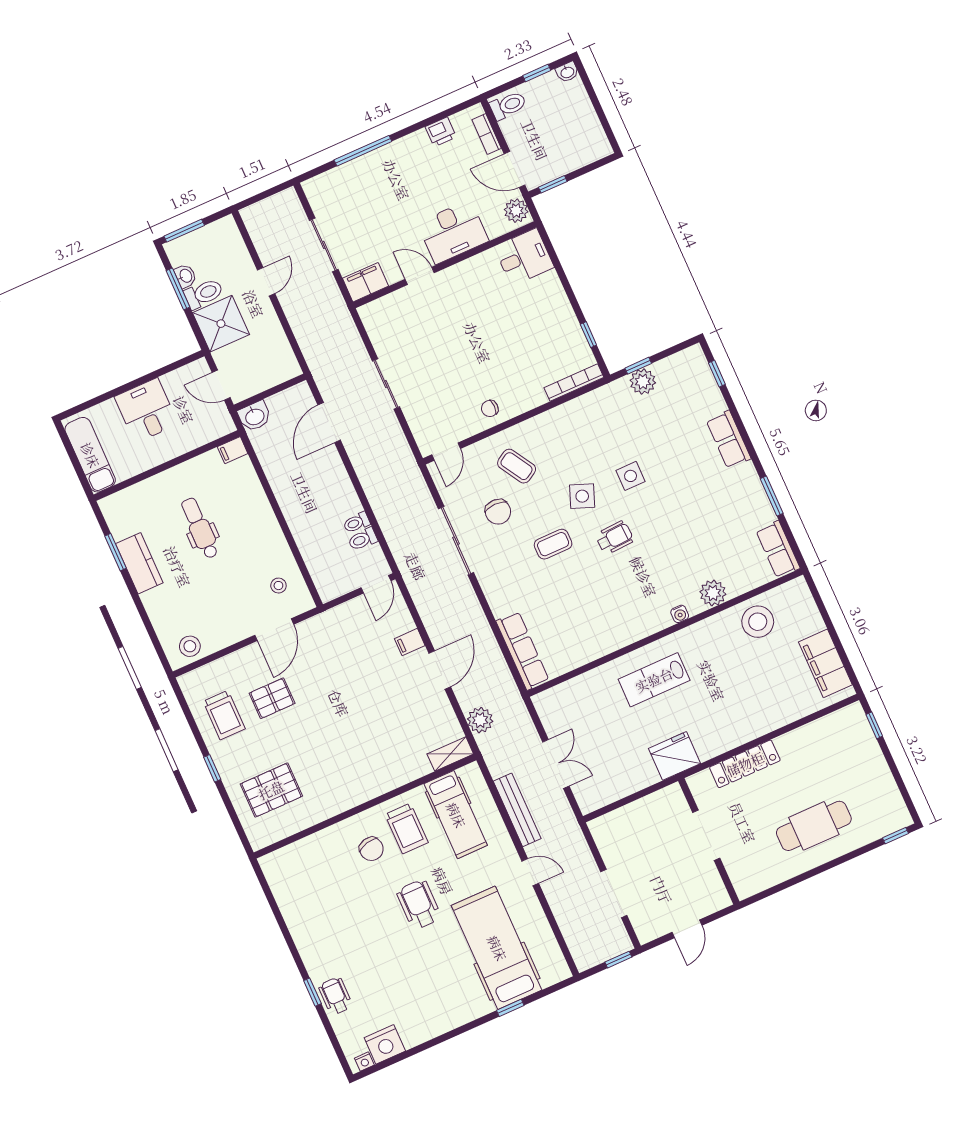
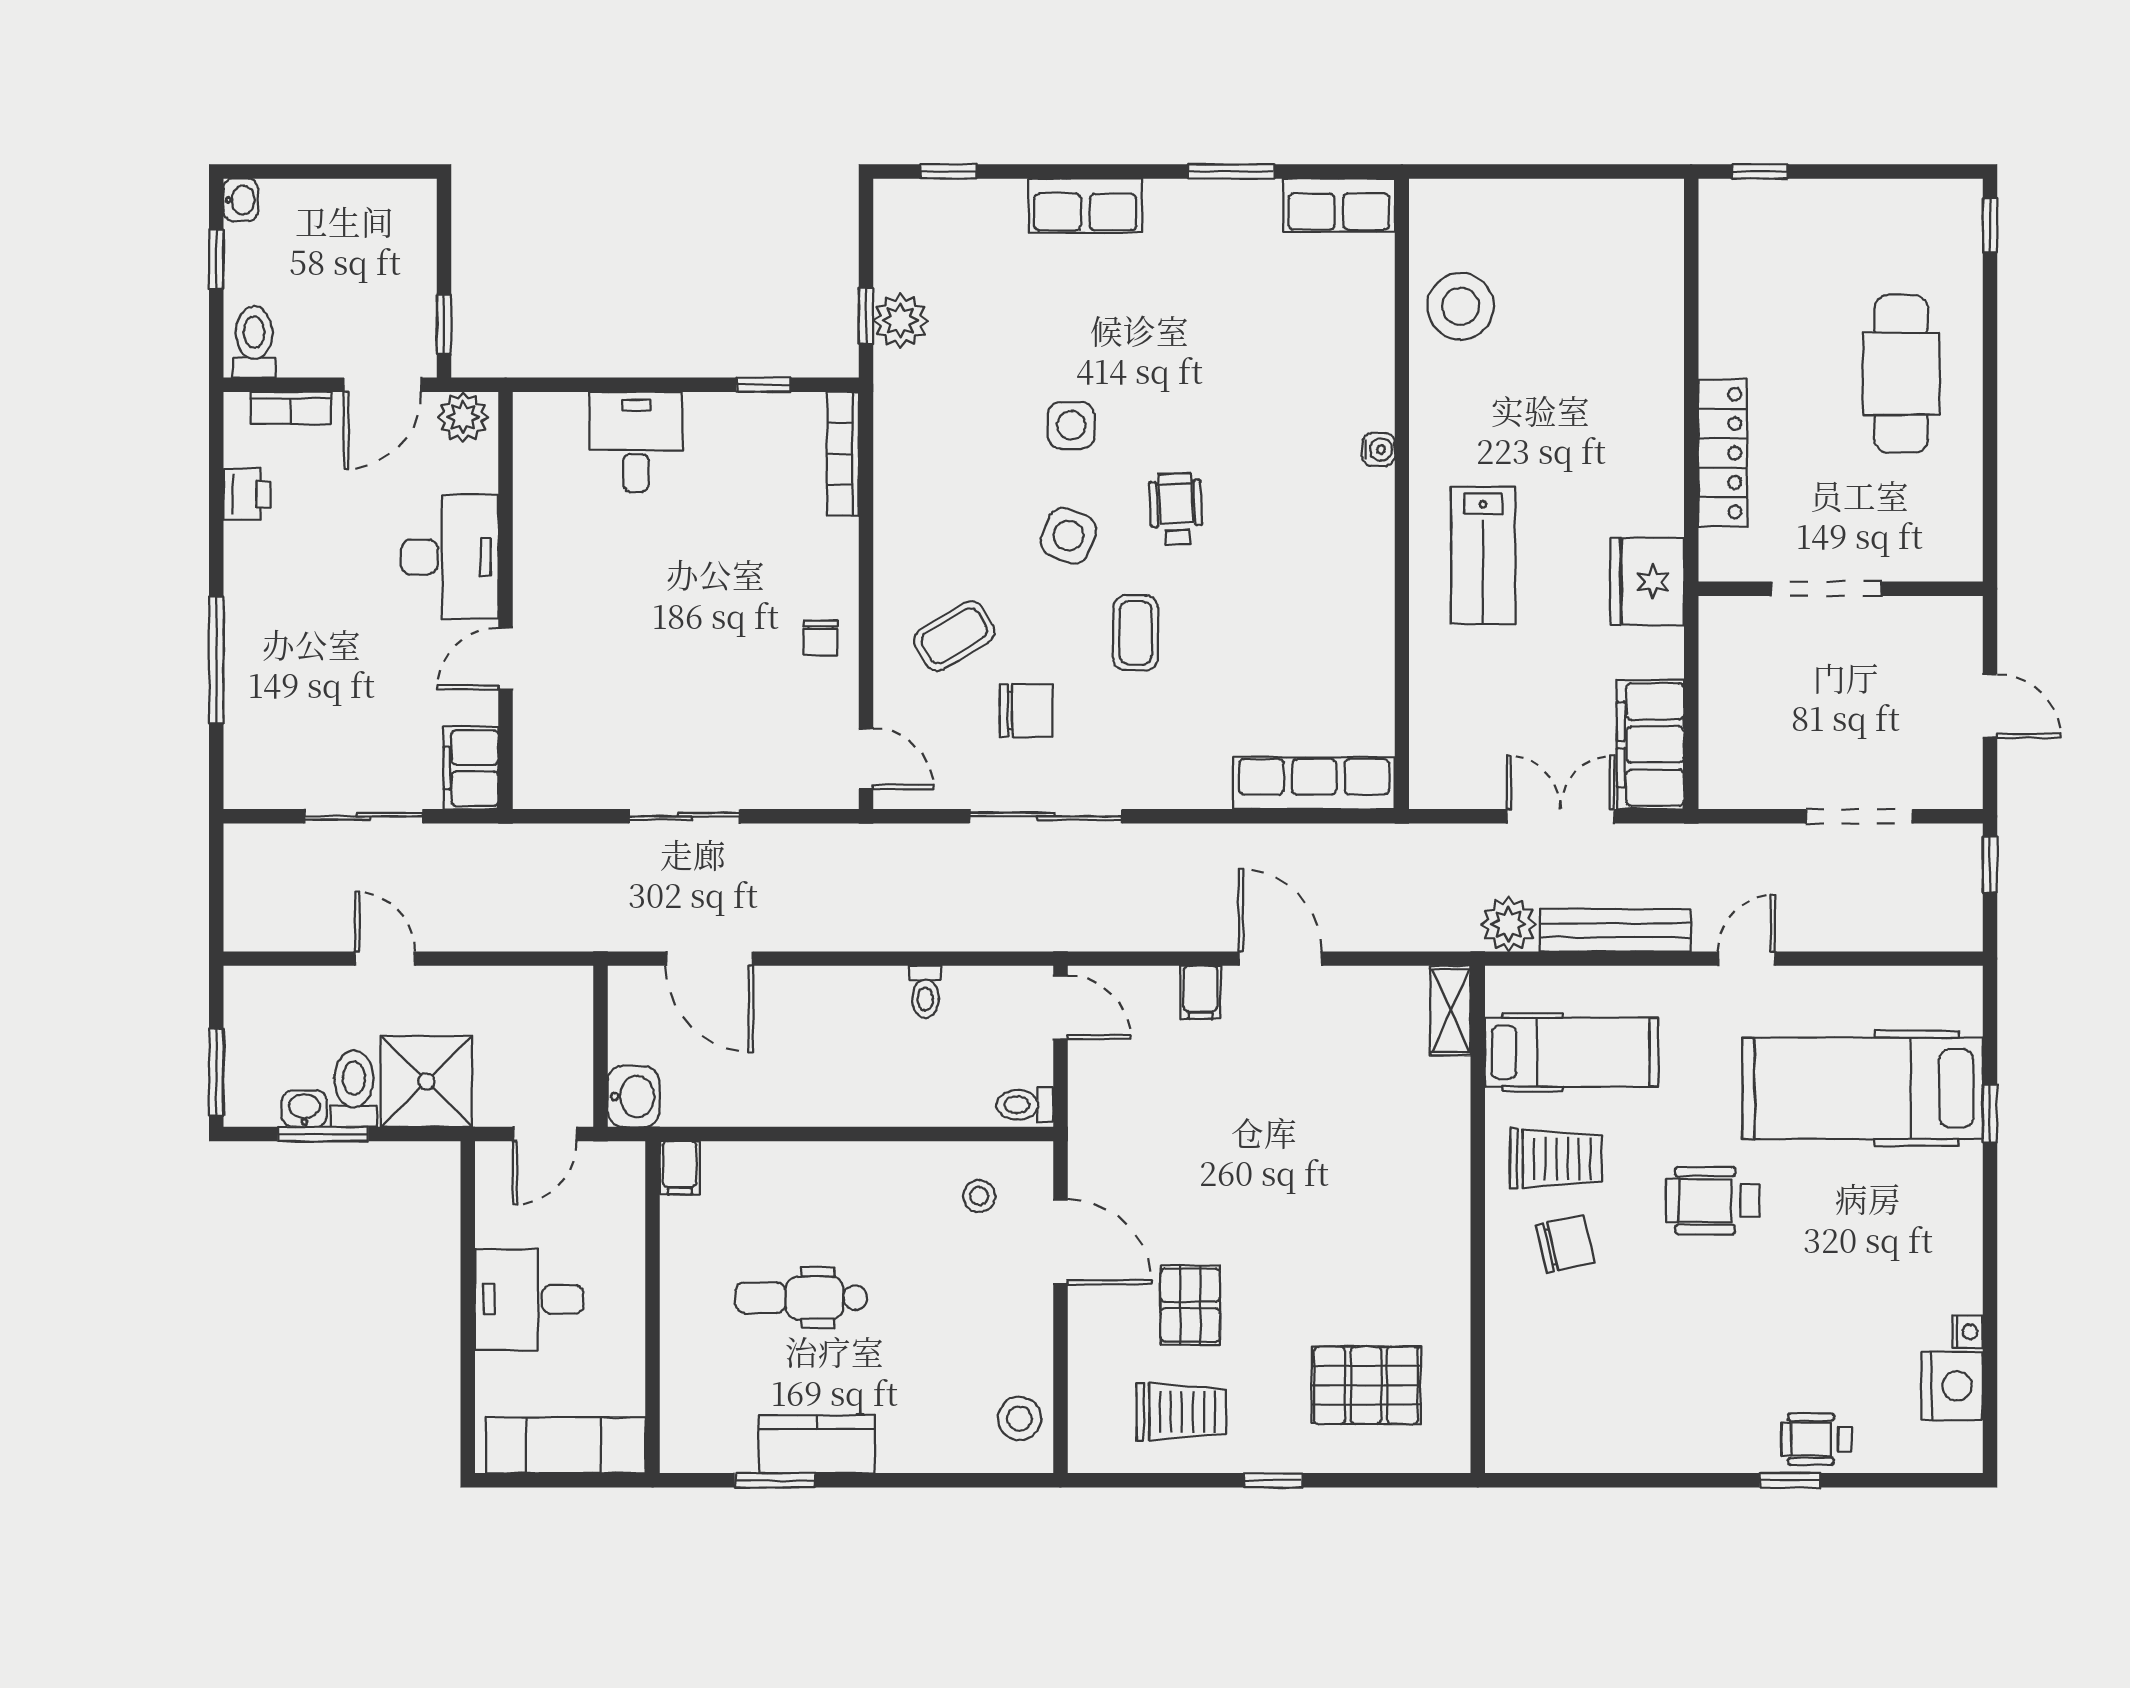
desk: (524, 257) -> (636, 442), moved
toilet: (363, 539) -> (1025, 1105), moved, turned 90
plant: (713, 593) -> (1367, 368), removed
filing cabinet: (825, 663) -> (1650, 745), moved, turned 90
plant: (480, 720) -> (1509, 924), moved
pallet: (271, 790) -> (1366, 1385), turned 90
nightstand: (364, 1062) -> (1968, 1332), moved

